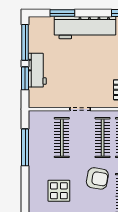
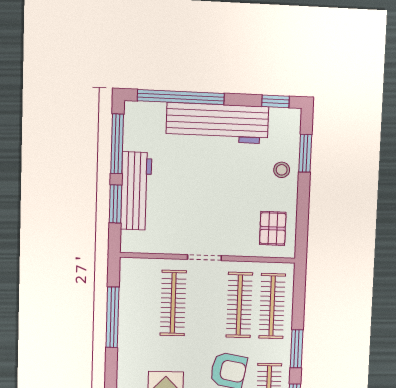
window: (62, 13) -> (181, 97), width x2.11
workbench: (37, 70) -> (136, 191), width x1.38

